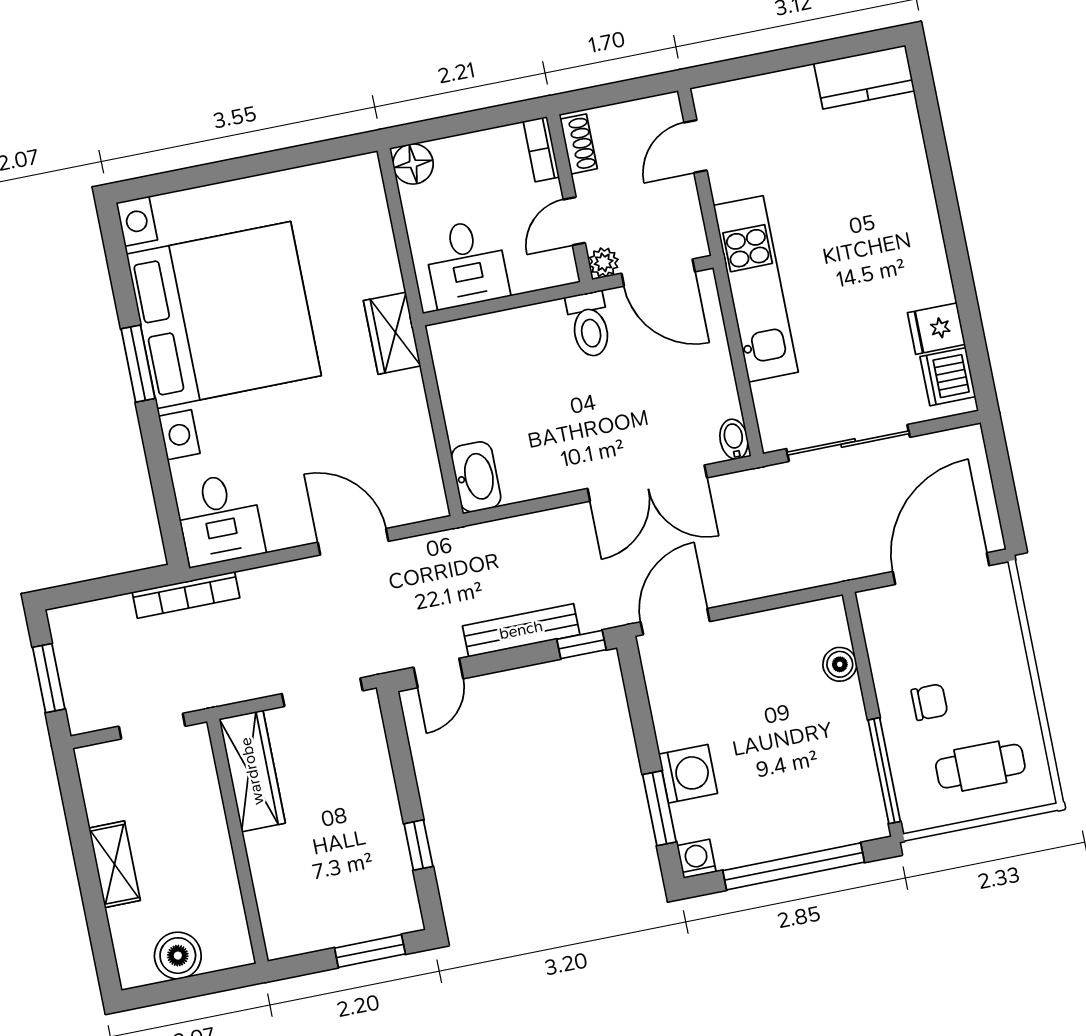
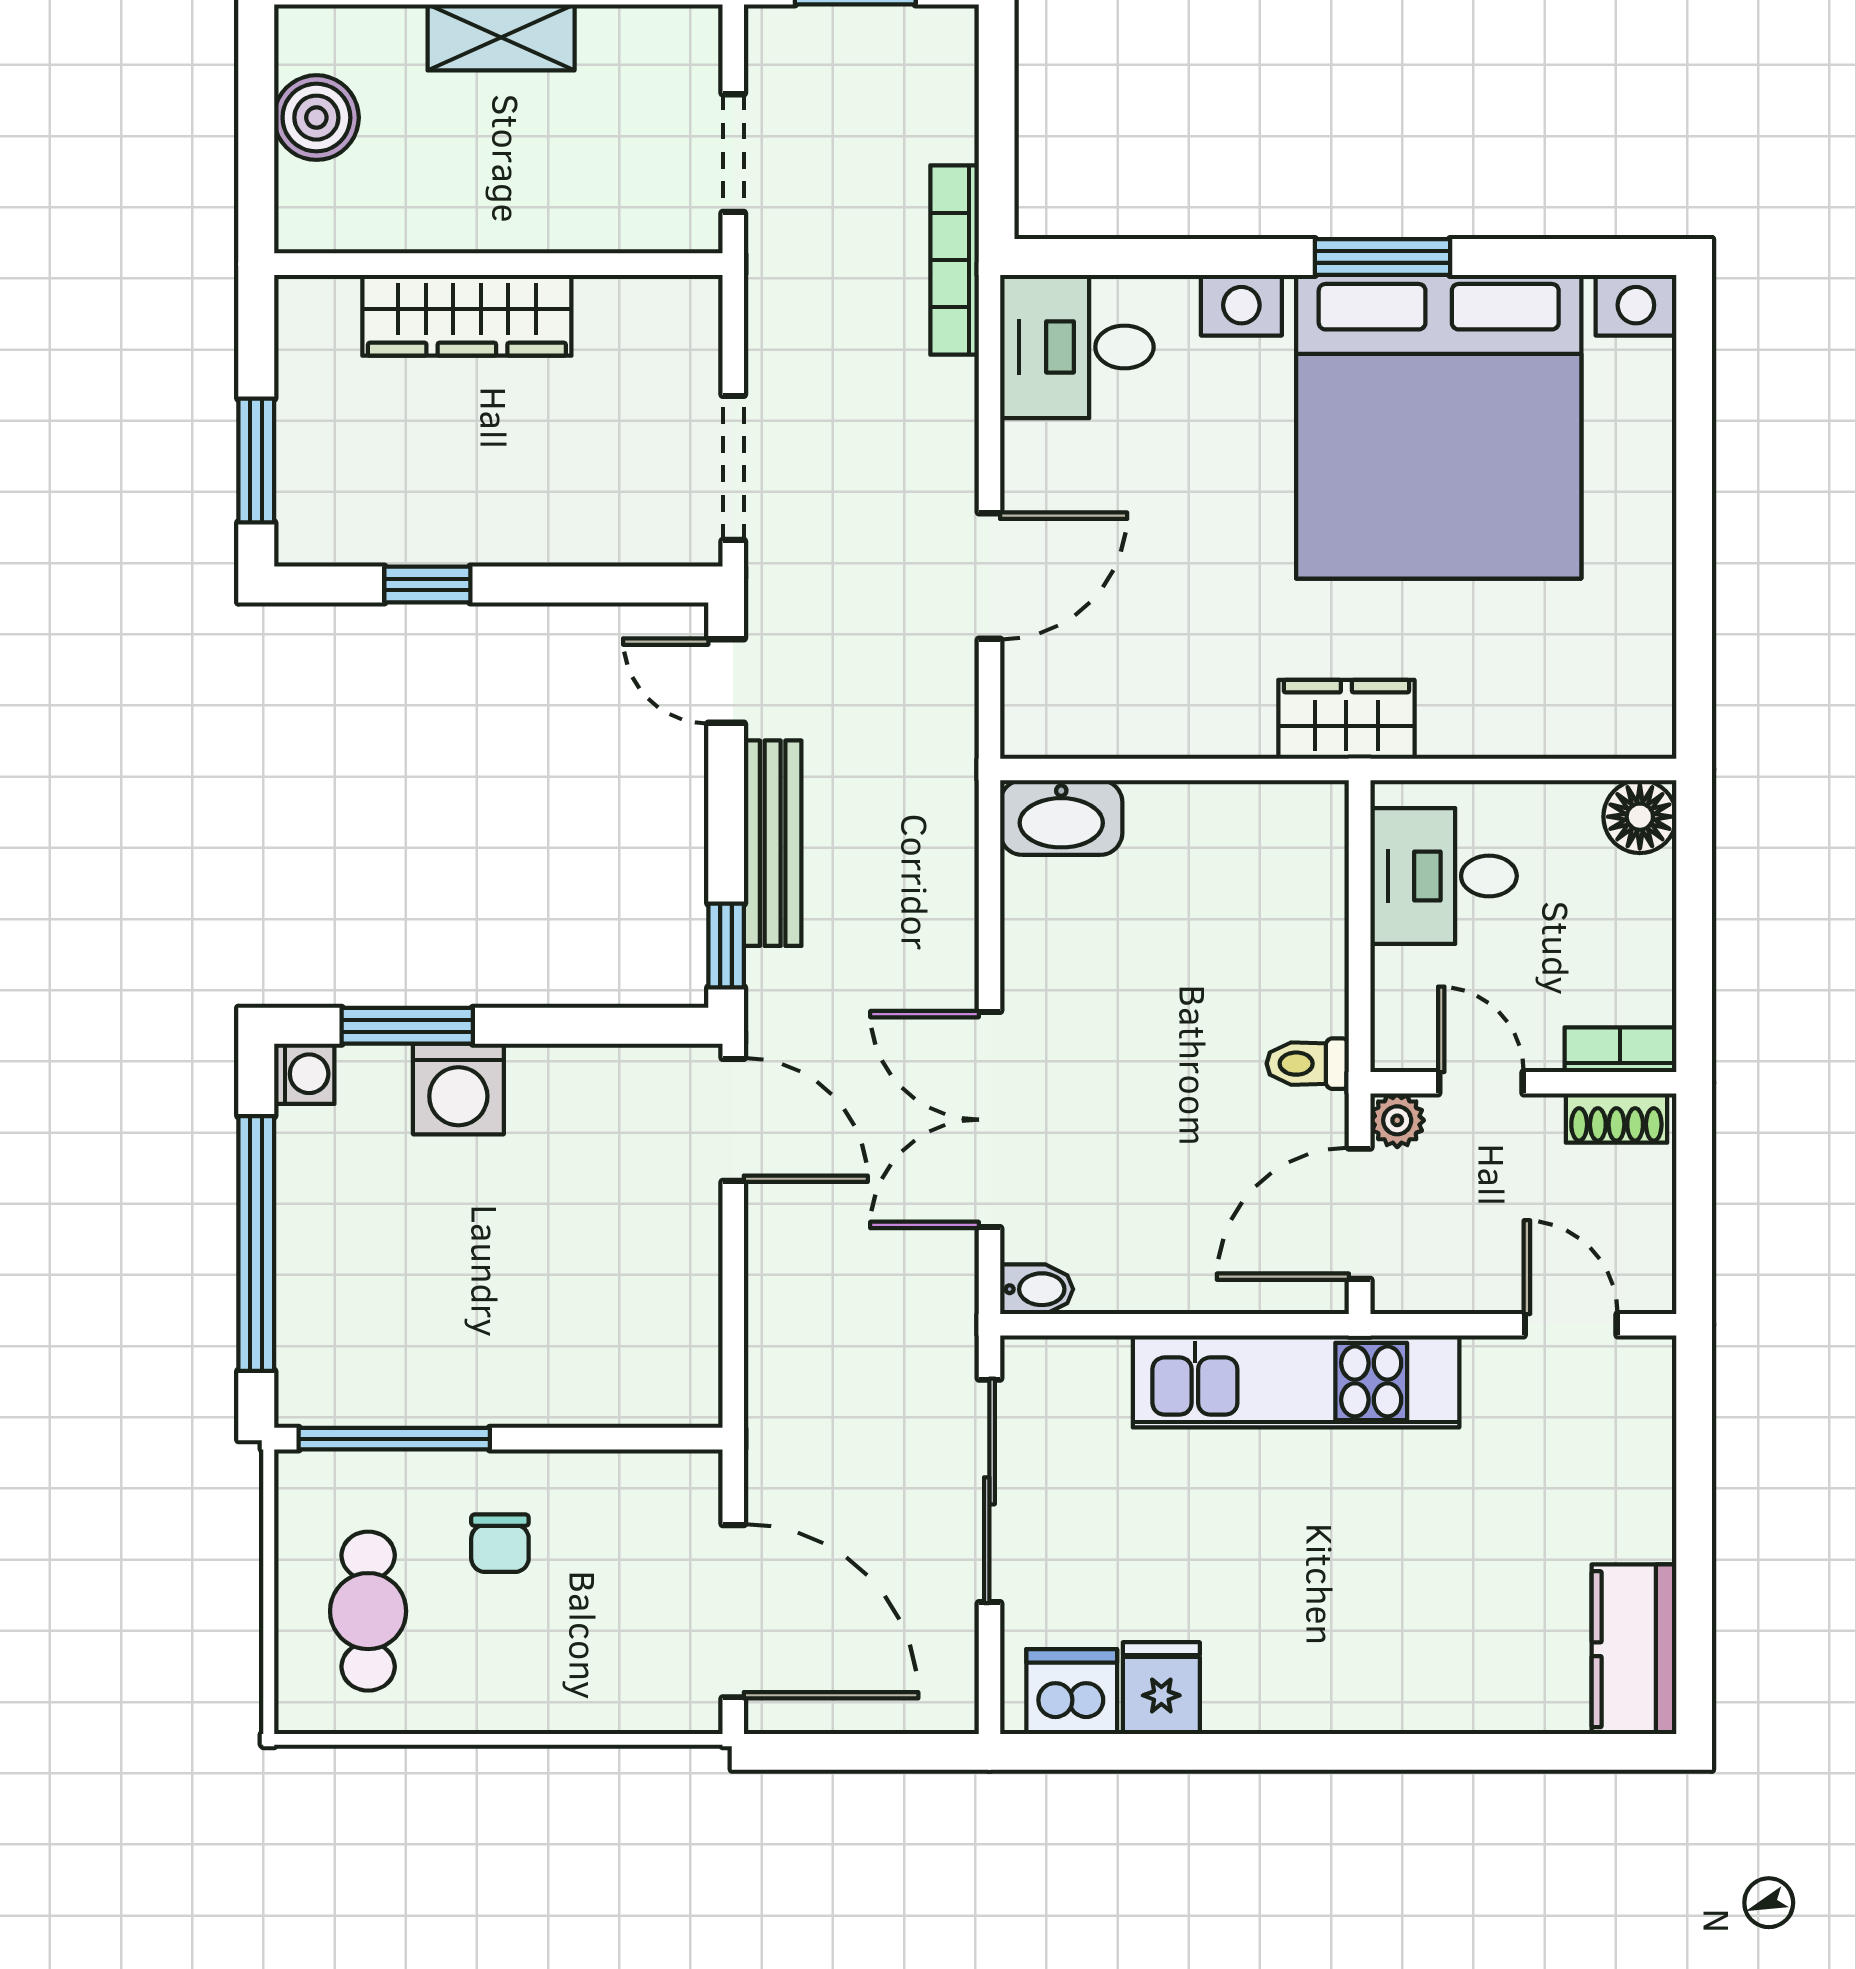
toilet: (589, 325) -> (1308, 1064), width x0.73, depth x0.72
boiler: (840, 664) -> (599, 1397), removed
wardrobe: (252, 771) -> (467, 315), moved

